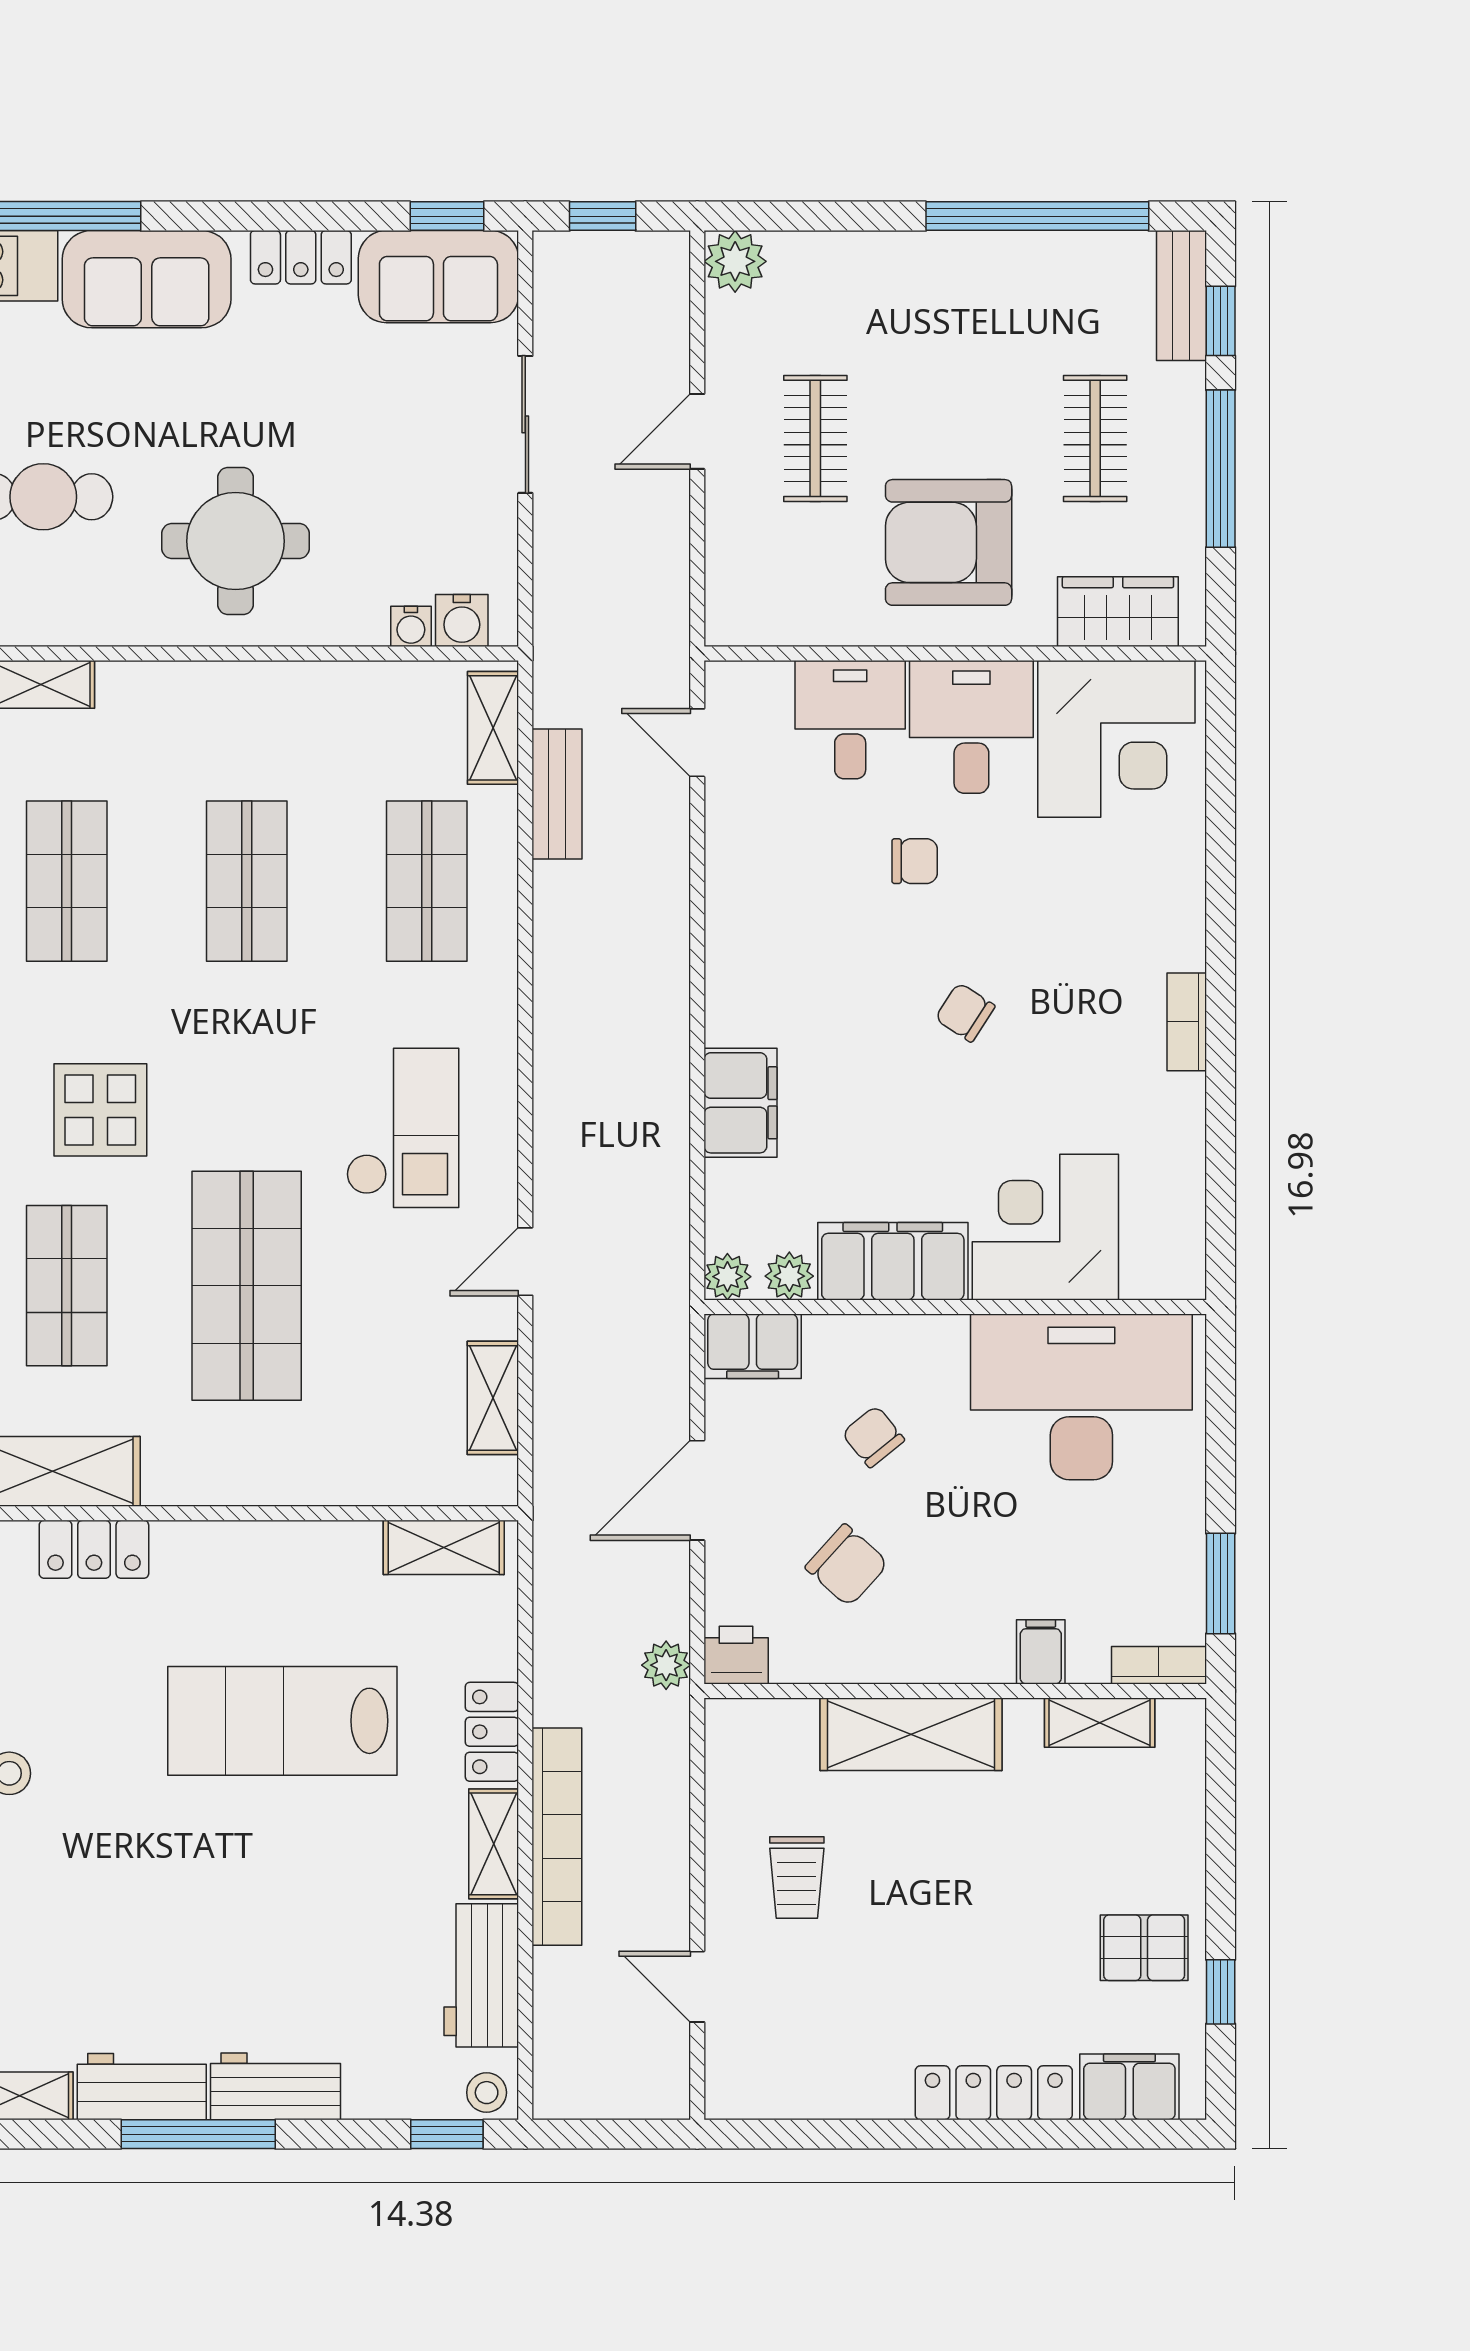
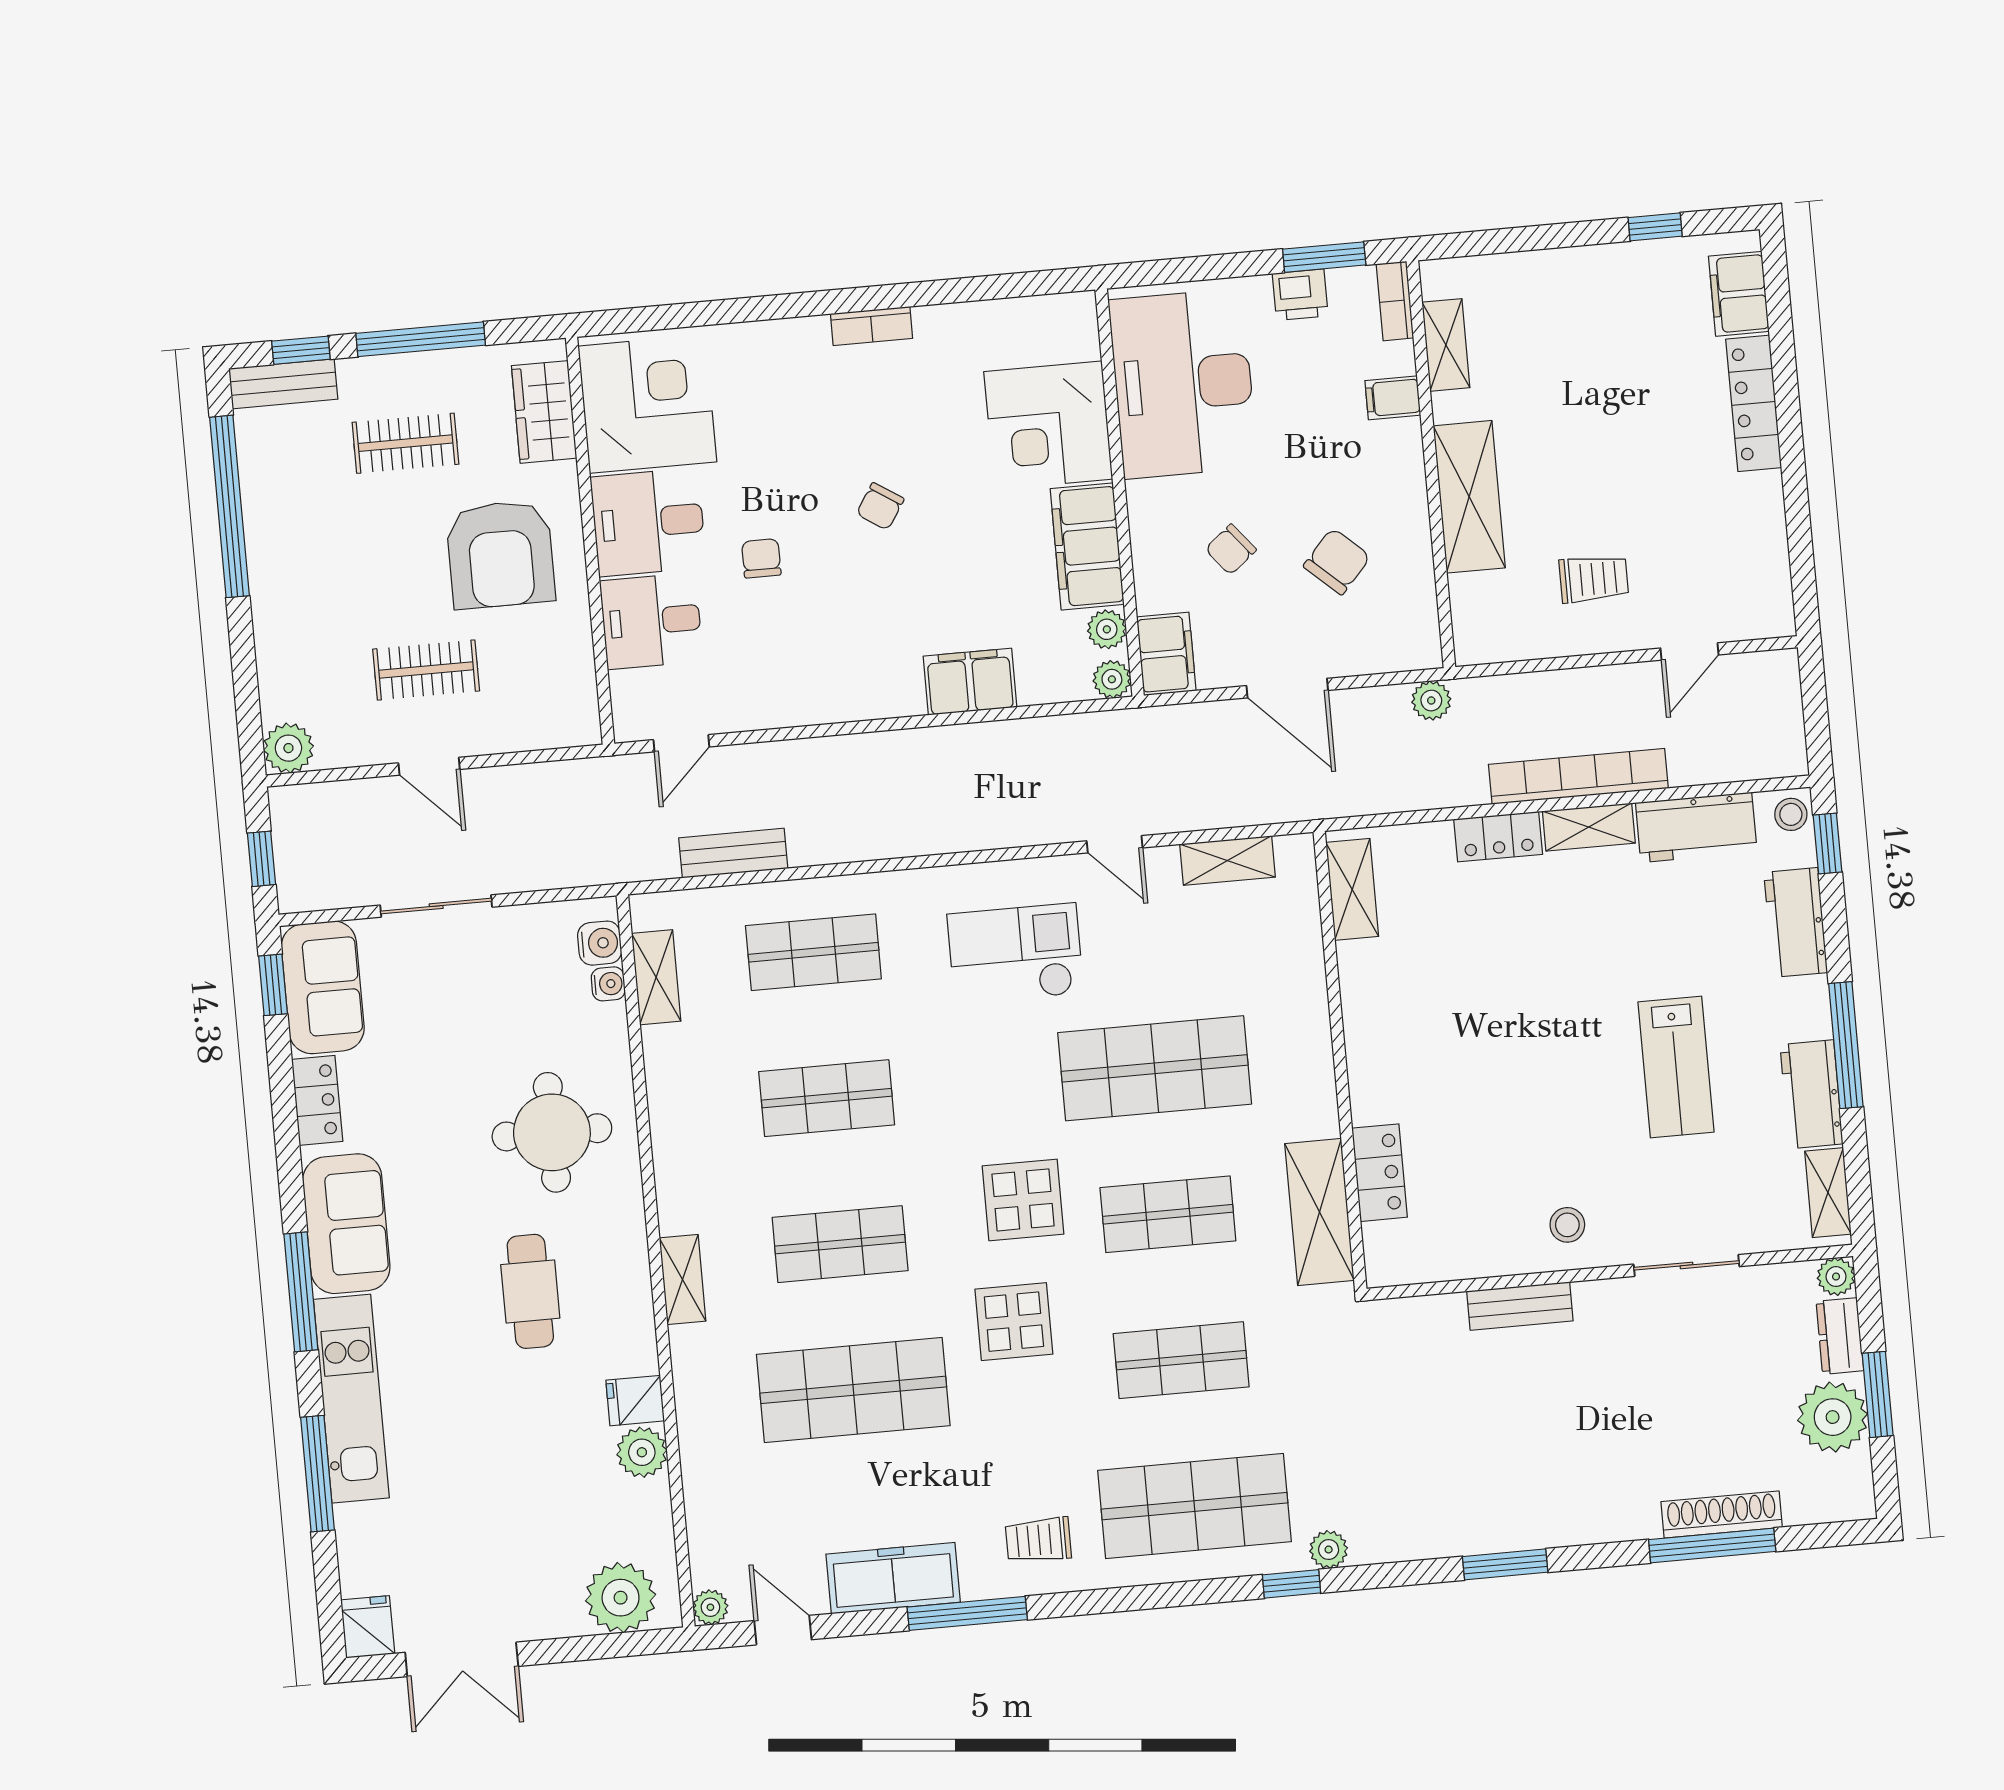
shelving: (493, 728) -> (656, 977), moved, turned 90
printer: (736, 1655) -> (1300, 295), moved, turned -90
lab bench: (282, 1721) -> (1676, 1067), moved, width x0.73, depth x0.72
pallet: (1144, 1948) -> (1625, 292), removed
workbench: (276, 2086) -> (1796, 922), moved

